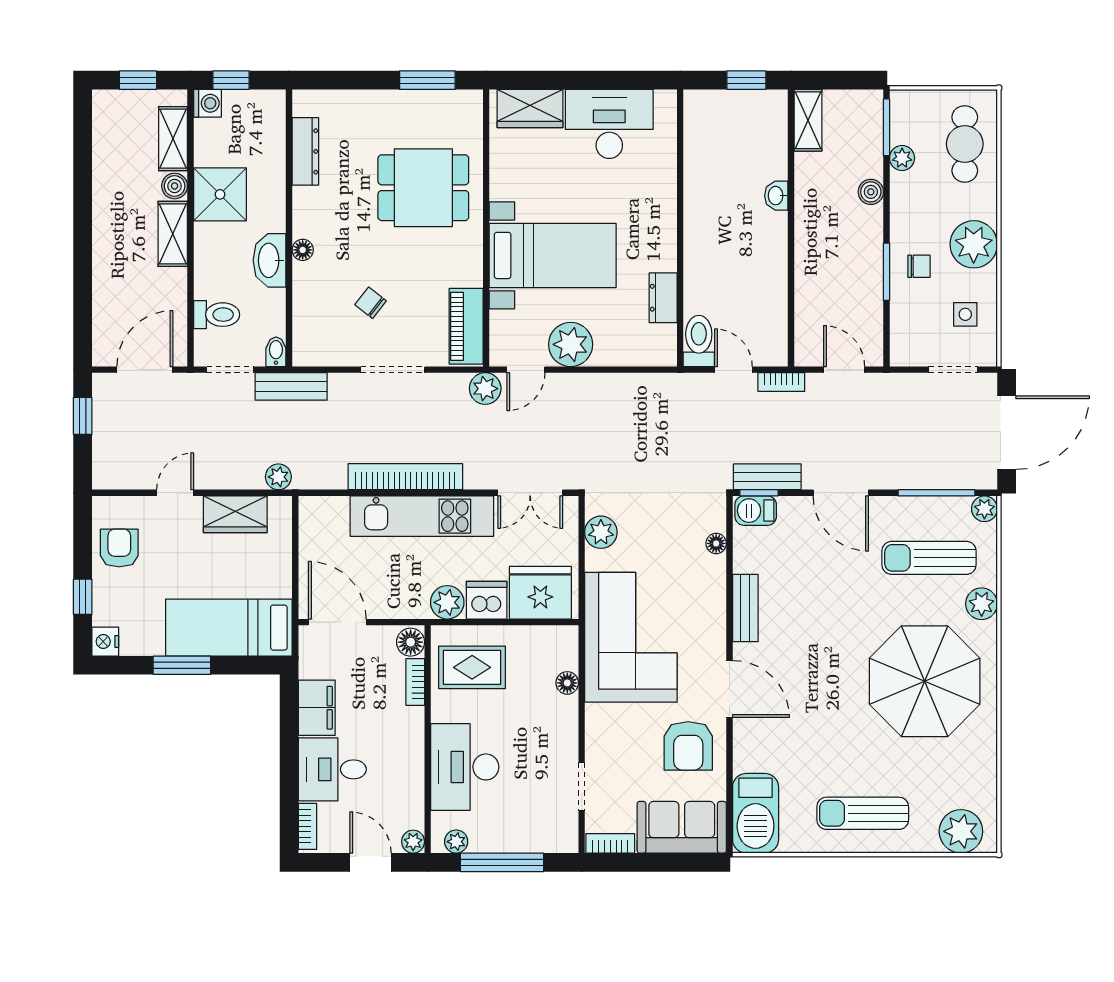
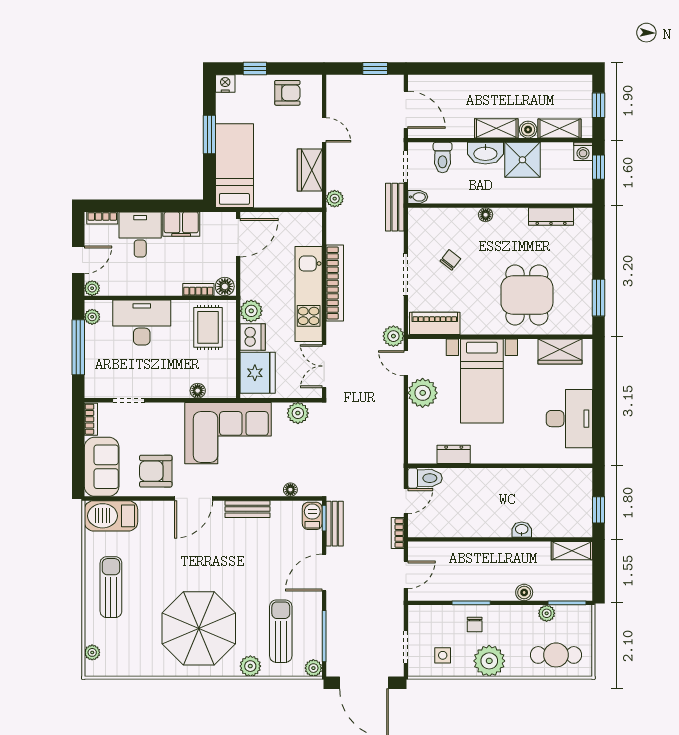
wardrobe: (530, 108) -> (560, 351), moved, turned -90
washbasin: (270, 260) -> (485, 153), moved, turned 180
plant: (961, 831) -> (92, 652), width x0.53, depth x0.53

